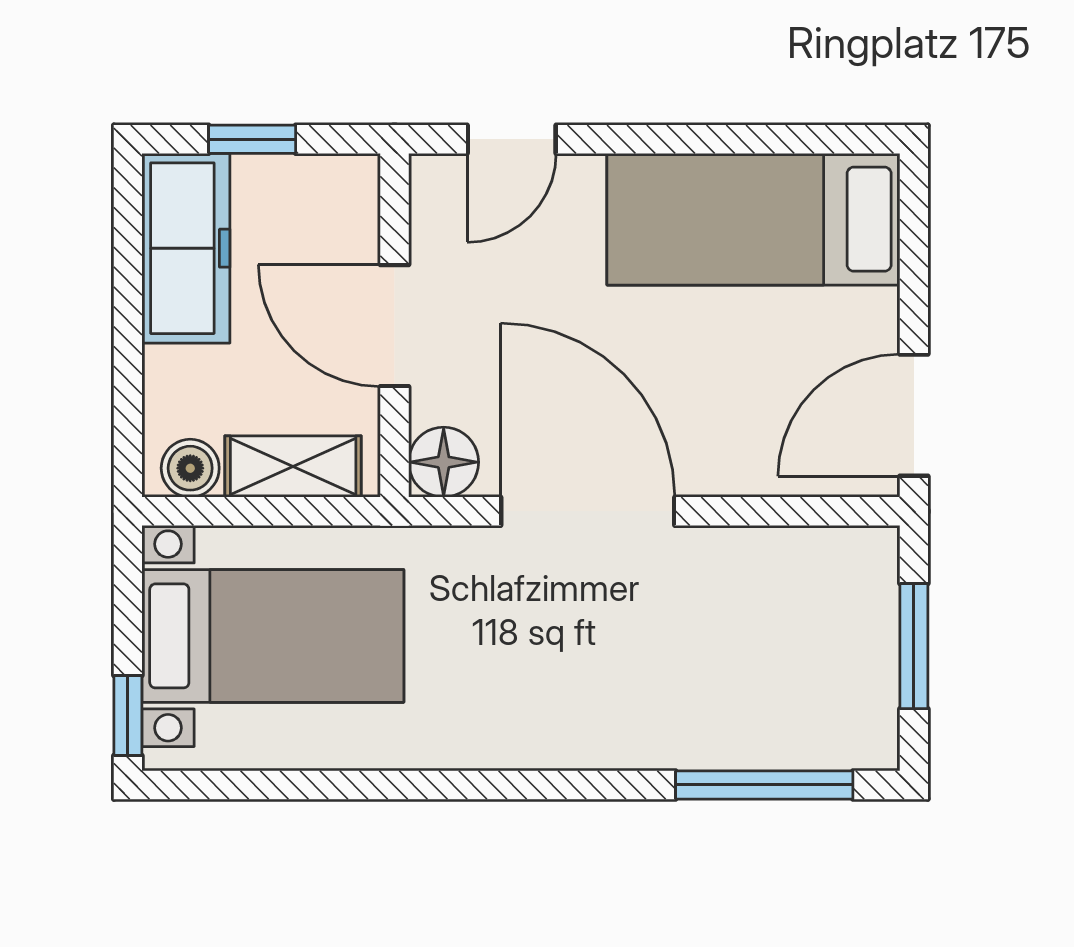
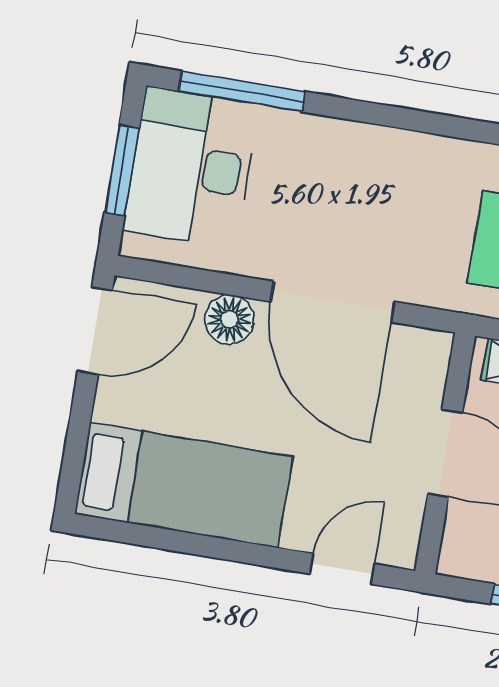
floor lamp: (444, 462) -> (229, 320), moved
desk: (818, 667) -> (191, 167), added

